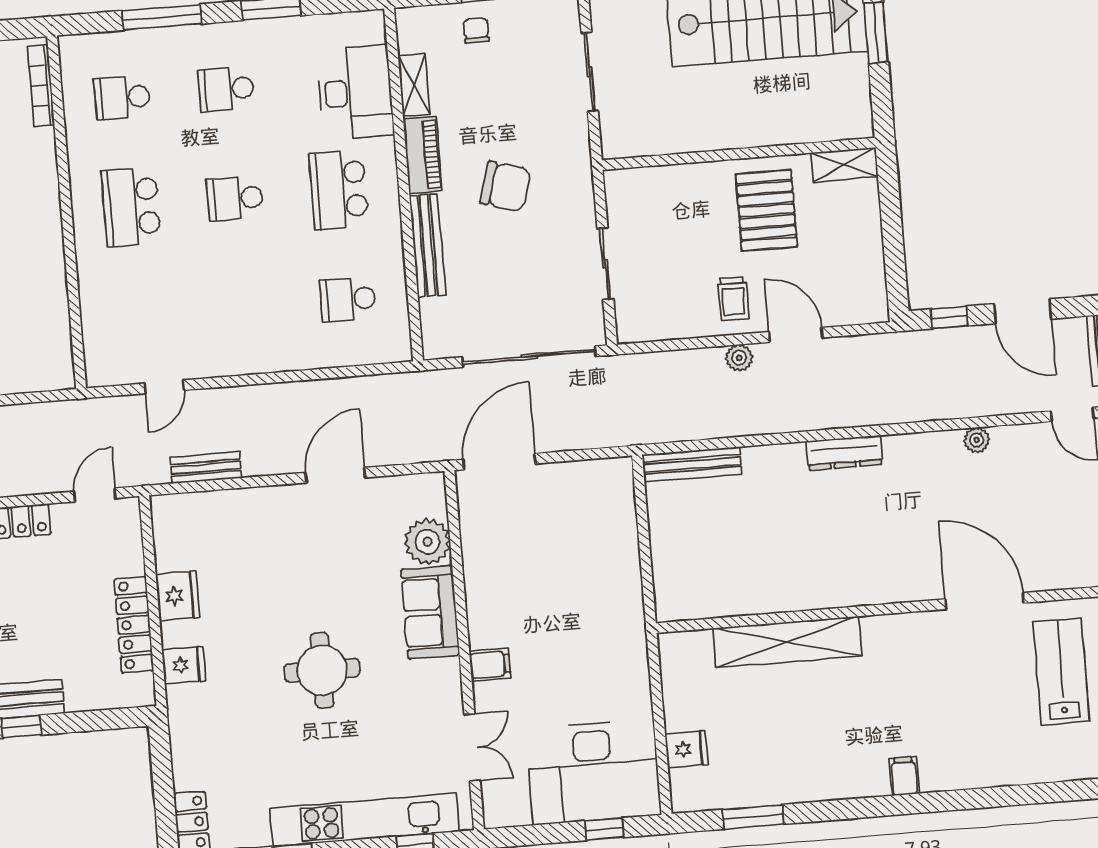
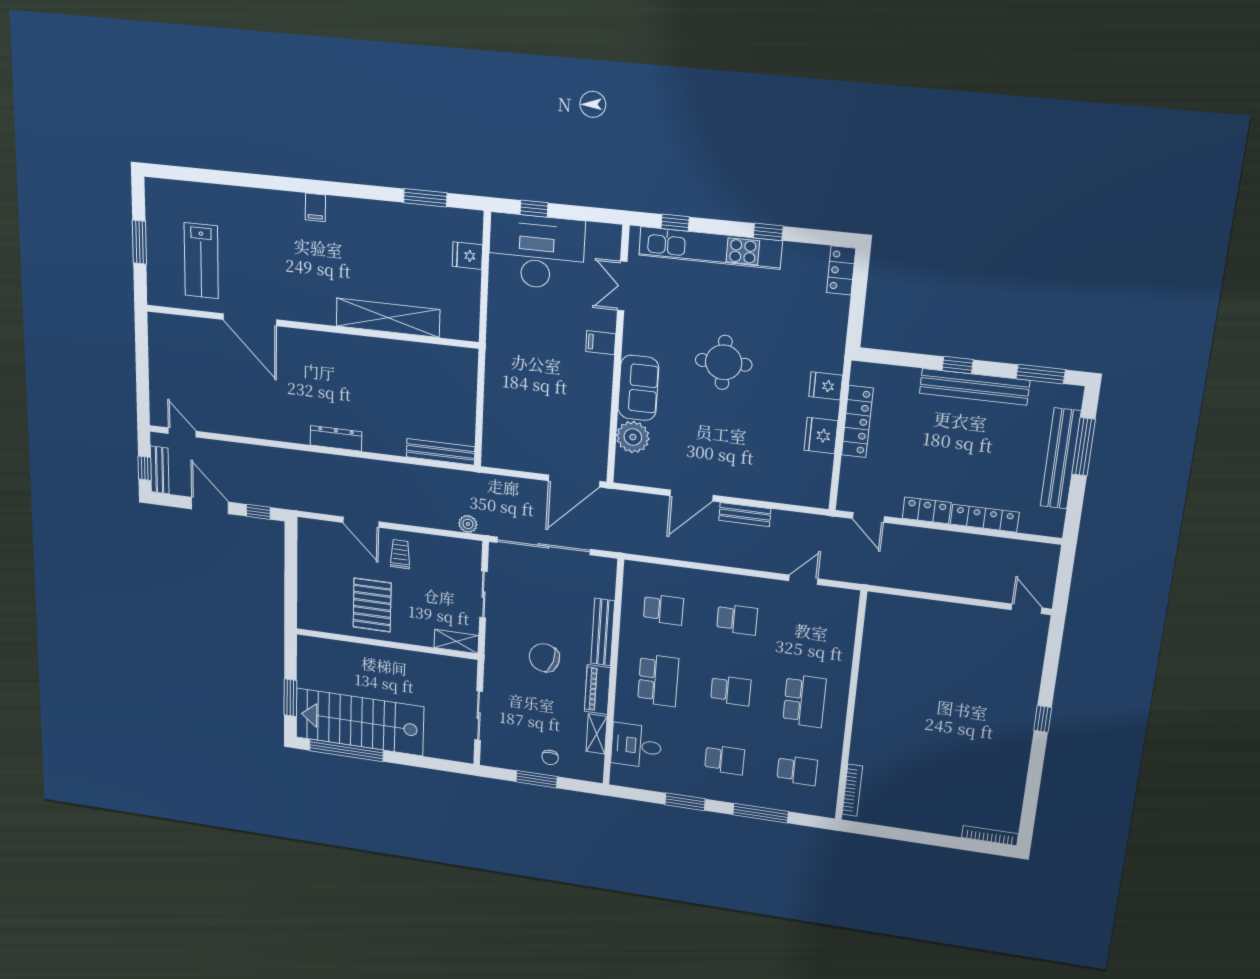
desk: (355, 92) -> (636, 746), width x0.73
shelving: (844, 165) -> (456, 641), moved
school desk: (244, 308) -> (737, 619), added
plant: (739, 358) -> (468, 524), moved
plant: (977, 440) -> (247, 429), removed
bench: (206, 468) -> (745, 515), moved
door: (95, 495) -> (868, 517), hinge flipped

